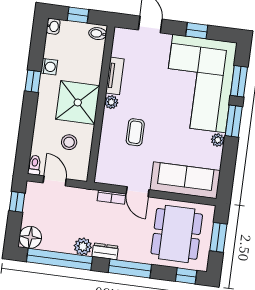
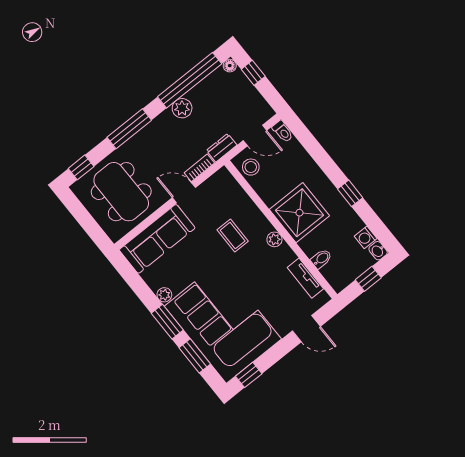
window: (197, 31) -> (249, 375), moved
bidet: (98, 34) -> (321, 259), moved
washing machine: (49, 67) -> (366, 237), moved
tv unit: (115, 76) -> (305, 278), moved
stool: (69, 142) -> (251, 167), moved
window: (17, 202) -> (253, 73), moved
floor lamp: (30, 237) -> (230, 66), width x0.53, depth x0.53
window: (218, 237) -> (87, 222), removed
dresser: (105, 251) -> (222, 148), moved, turned 180

